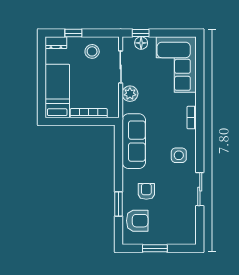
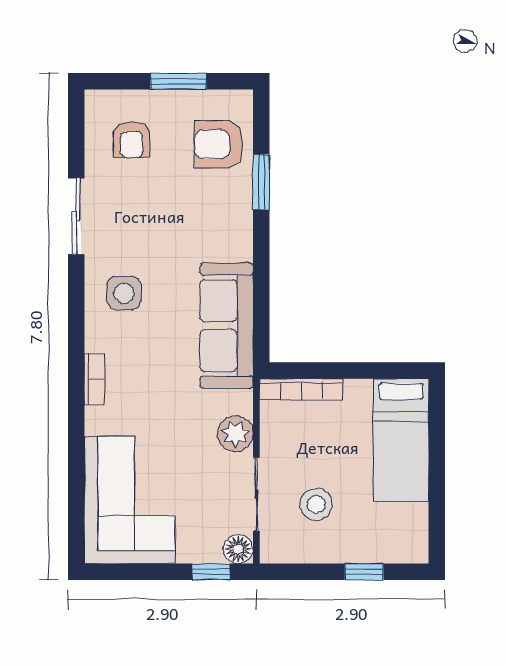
dresser: (56, 43) -> (404, 550), removed
floor lamp: (141, 43) -> (238, 549), moved
stool: (92, 51) -> (316, 504), moved
bookcase: (89, 113) -> (301, 389), moved
armchair: (146, 191) -> (132, 139), moved

